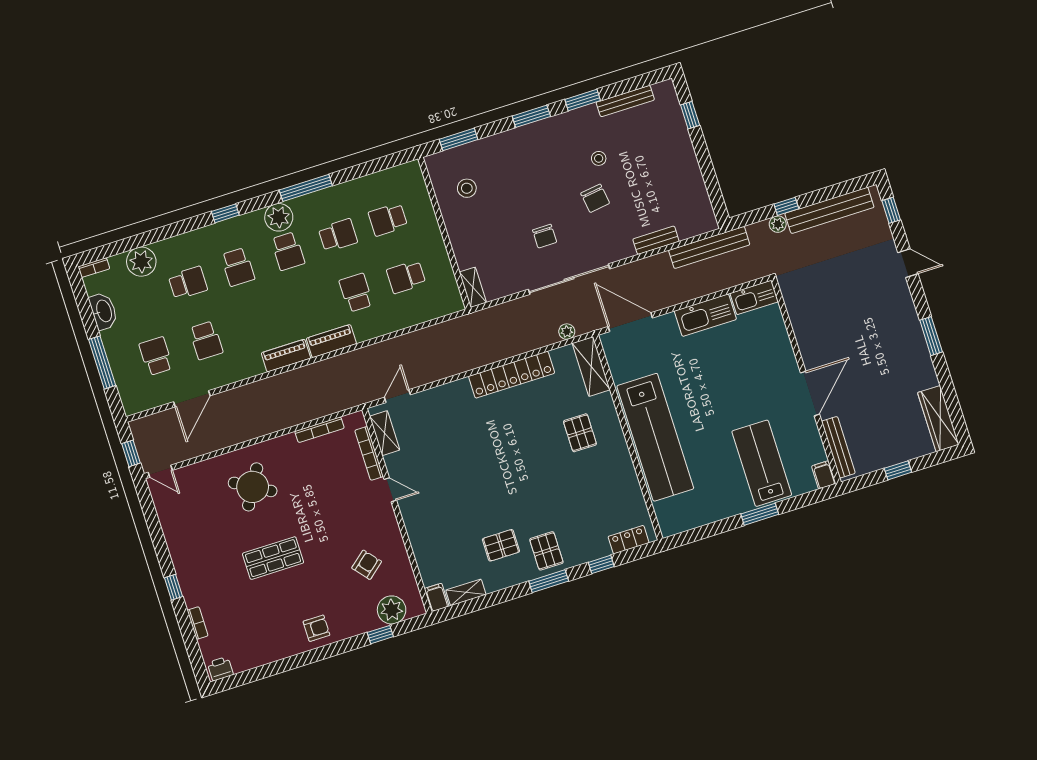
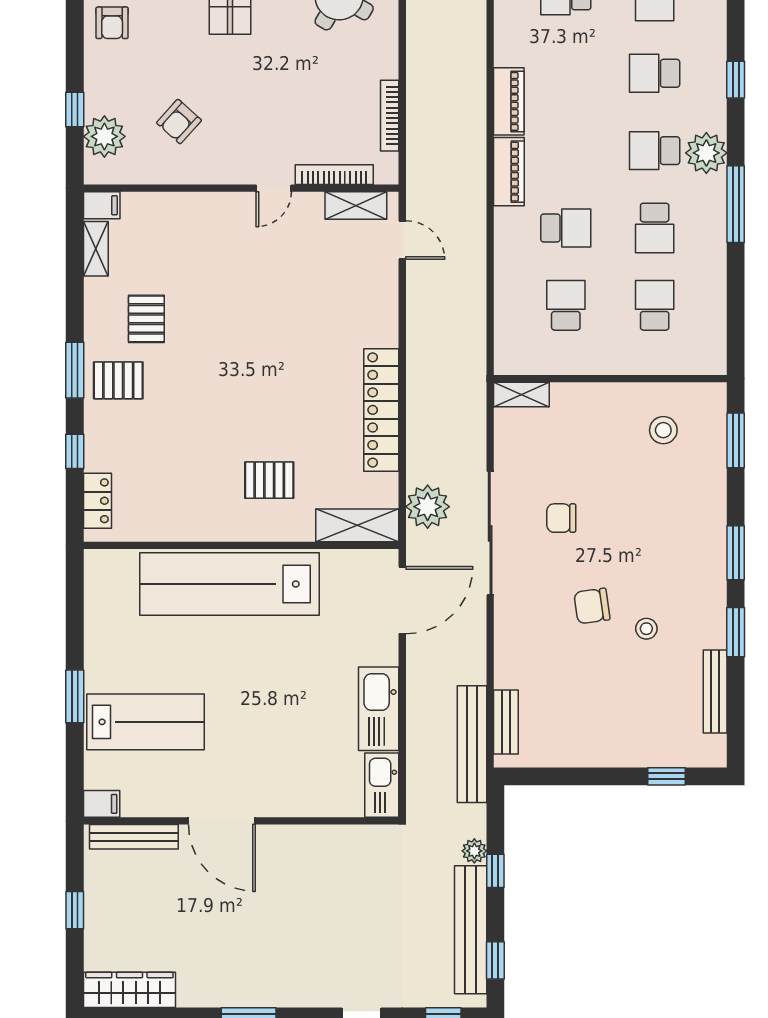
window: (844, 188) -> (495, 960), added
bench: (656, 240) -> (506, 722), moved
plant: (567, 332) -> (428, 507), width x1.88, depth x1.88
armchair: (367, 565) -> (179, 122), turned 82

